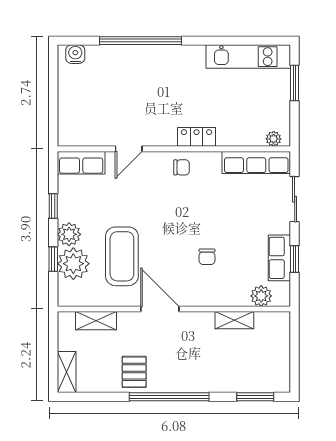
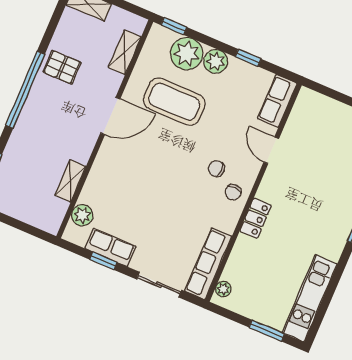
chair: (207, 257) -> (216, 169), moved
window: (53, 259) -> (174, 26), moved

